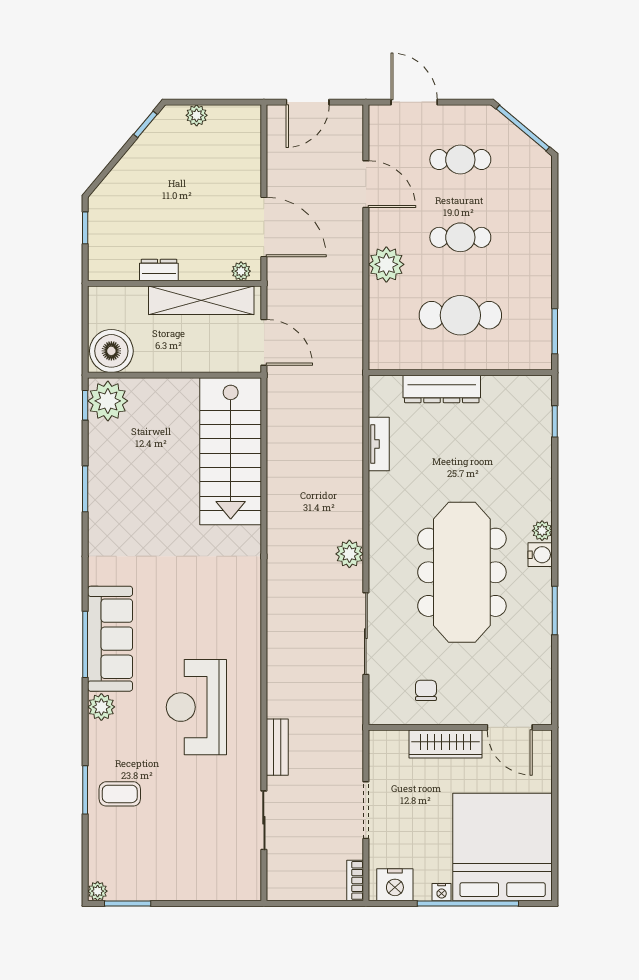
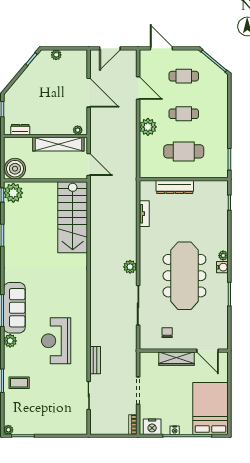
door: (264, 227) -> (89, 93), moved
dresser: (159, 270) -> (20, 130), moved
bed: (503, 847) -> (211, 408), width x0.73

